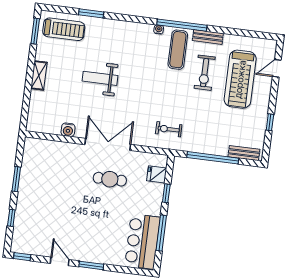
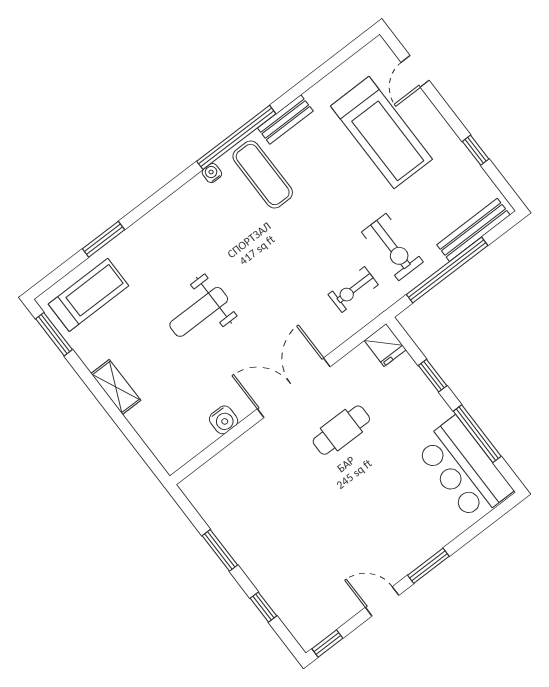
exercise bike: (205, 73) -> (392, 247), moved
bench: (244, 153) -> (473, 230), width x1.36
fridge: (157, 174) -> (385, 345), moved, turned -90

